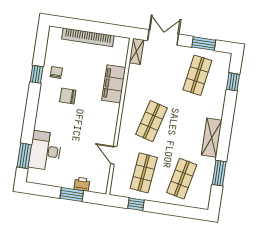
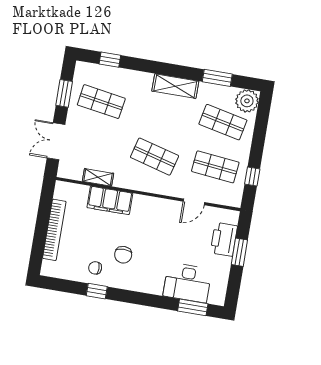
shelving: (136, 51) -> (98, 177), moved
printer: (82, 184) -> (224, 239), width x1.87, depth x1.48
plant: (200, 199) -> (247, 101), added

